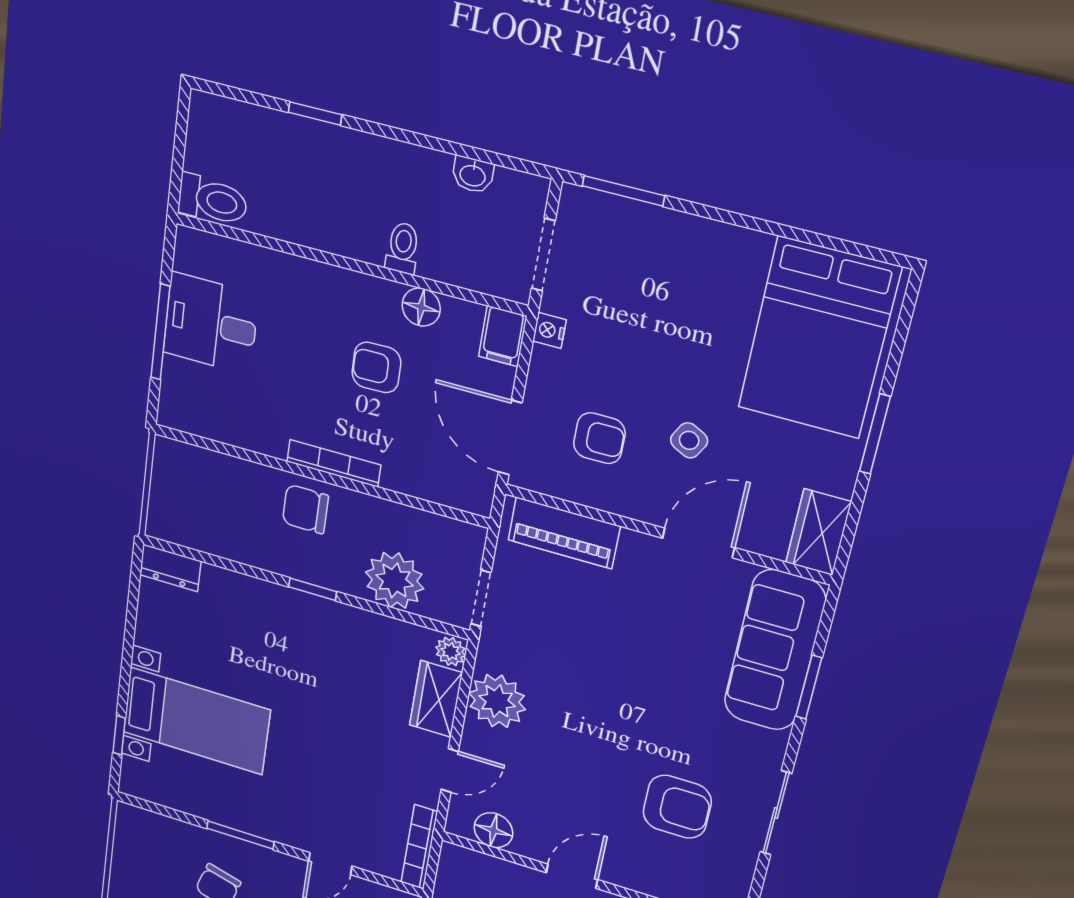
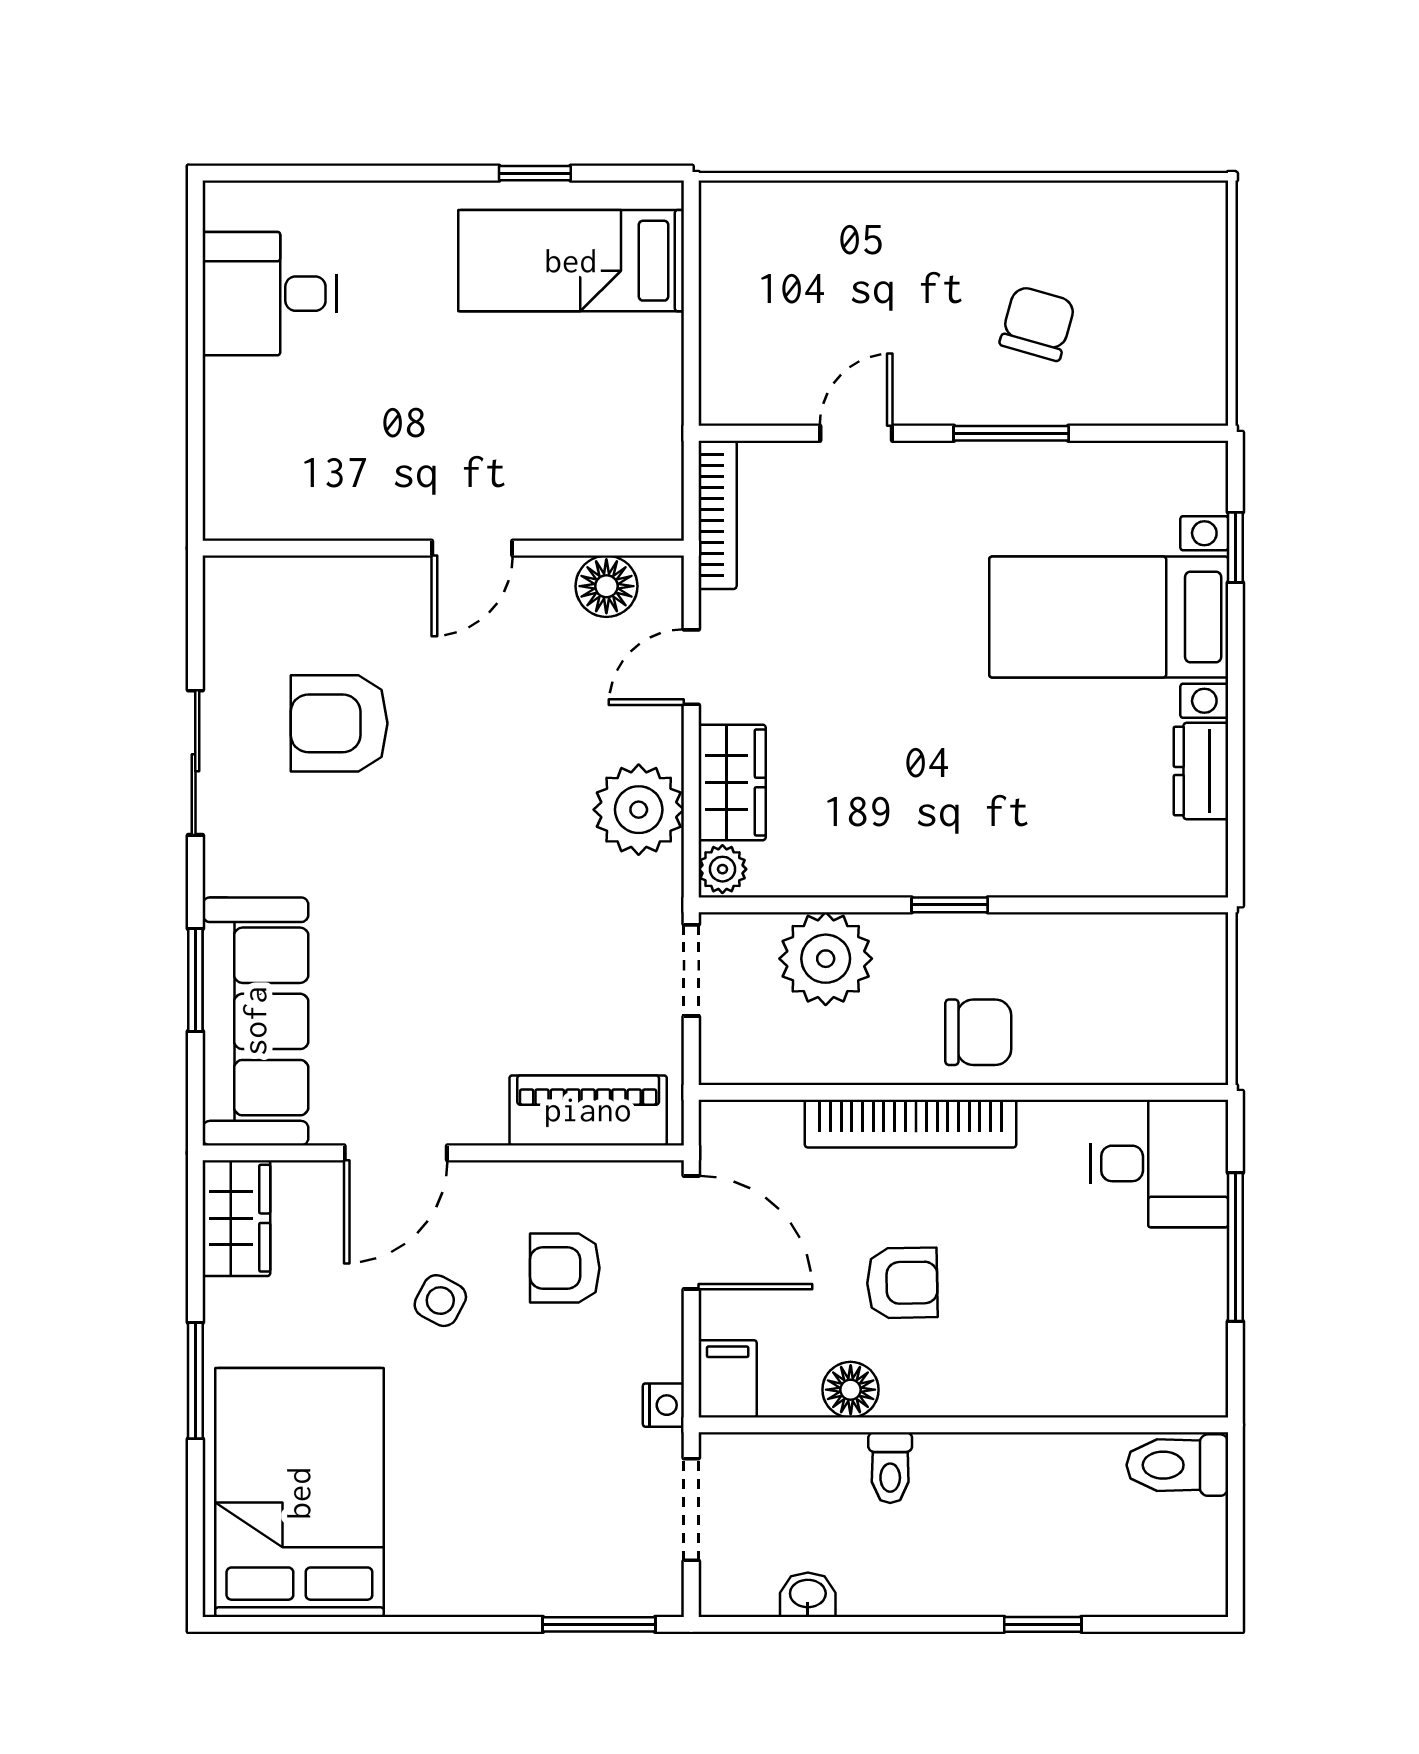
desk: (211, 323) -> (1159, 1163), moved
bookcase: (334, 463) -> (911, 1124), width x1.48, depth x1.31
dresser: (170, 568) -> (1201, 771), moved, turned -90

